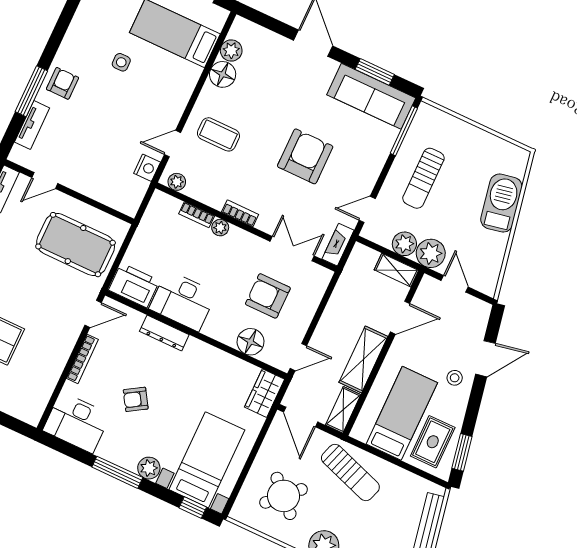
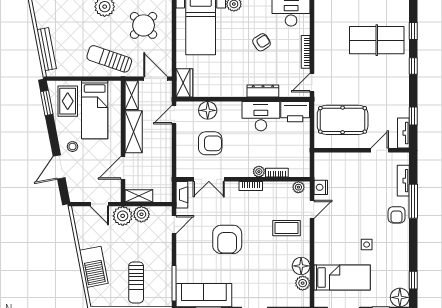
sun lounger: (423, 178) -> (136, 282), moved, turned 180

